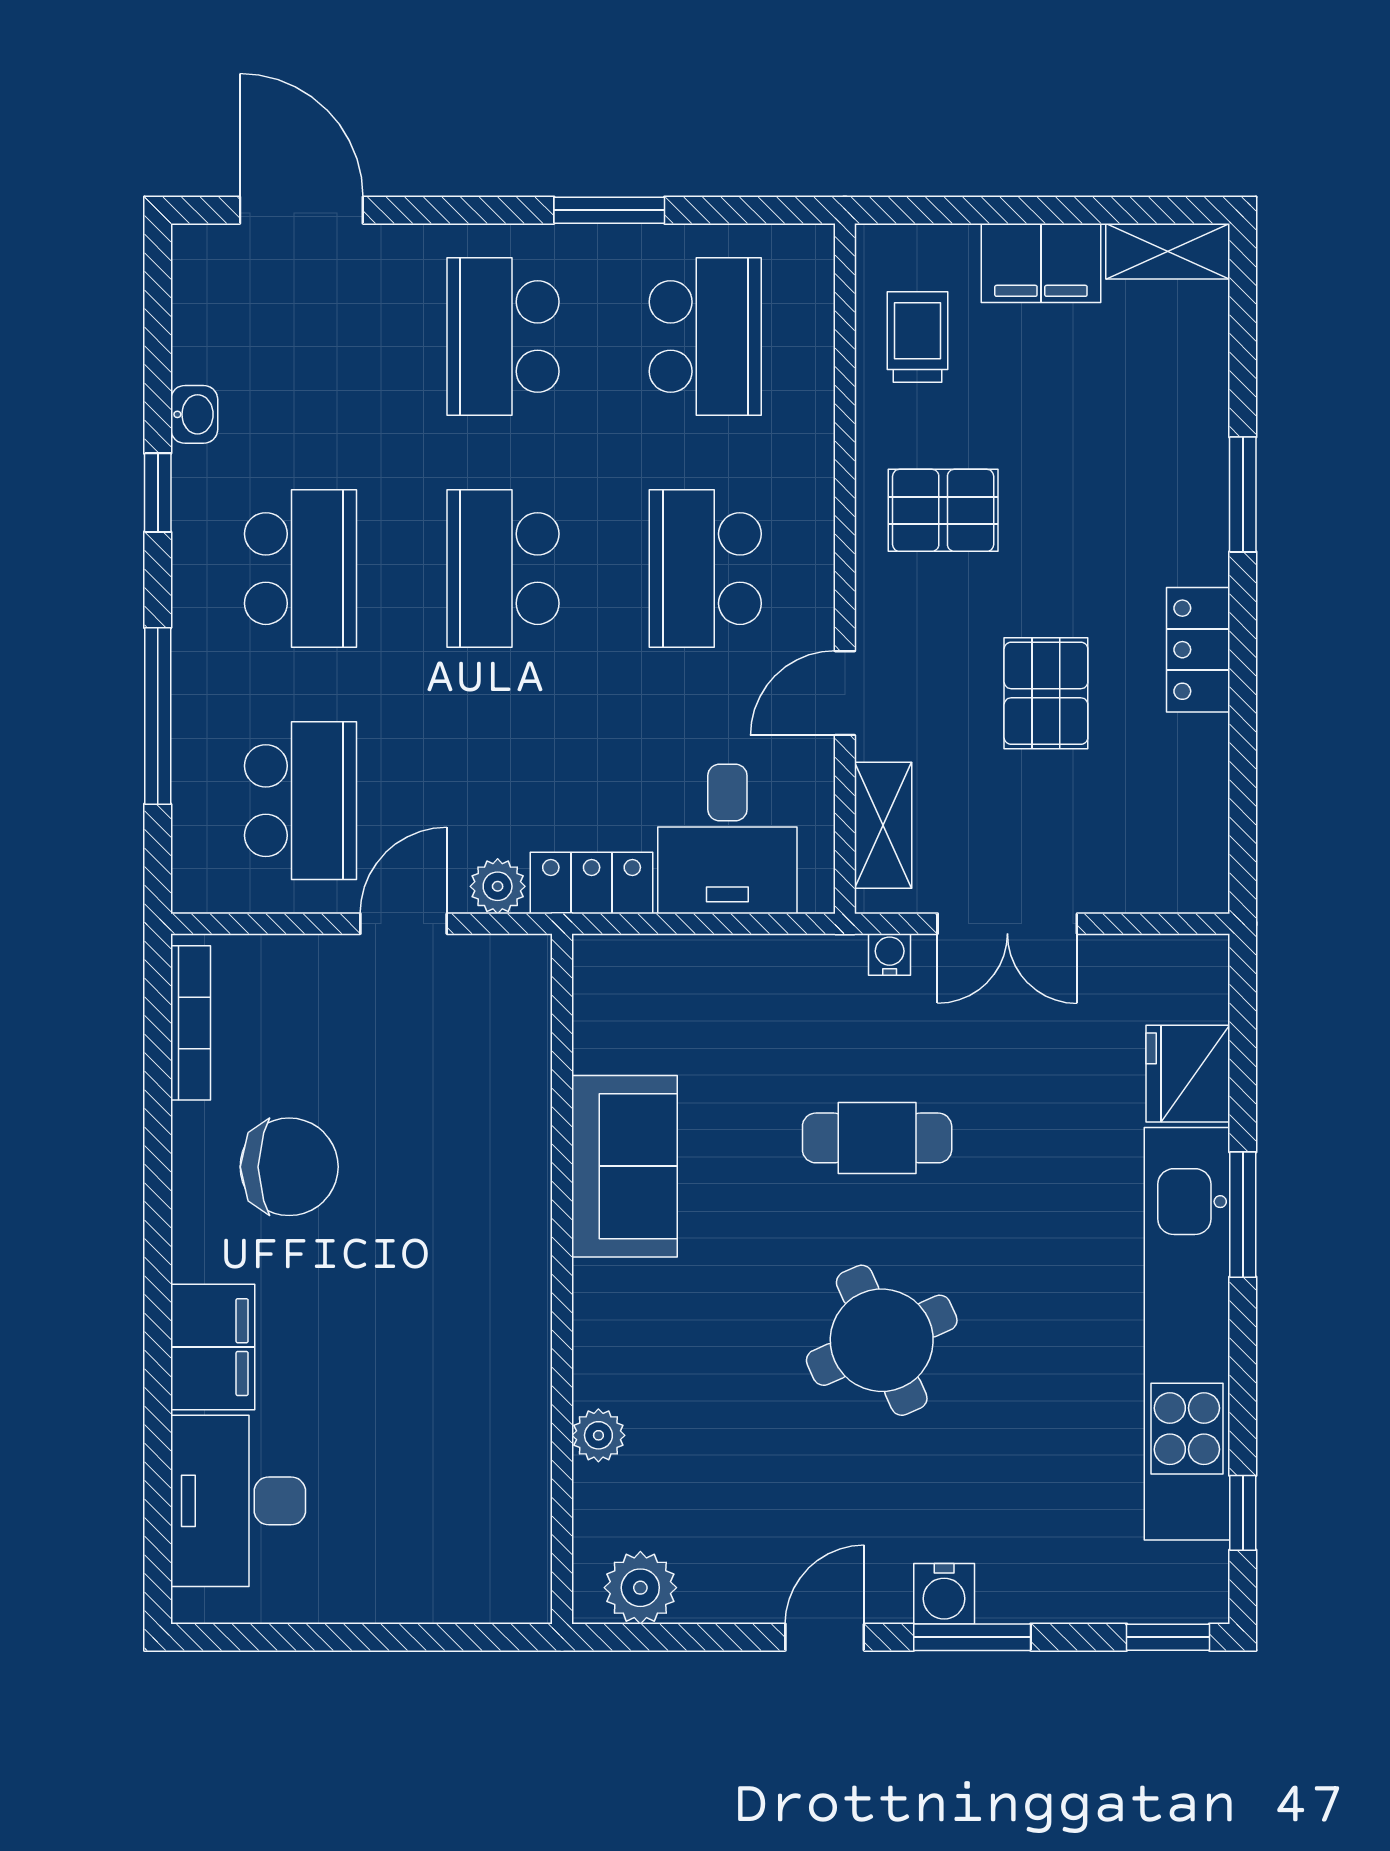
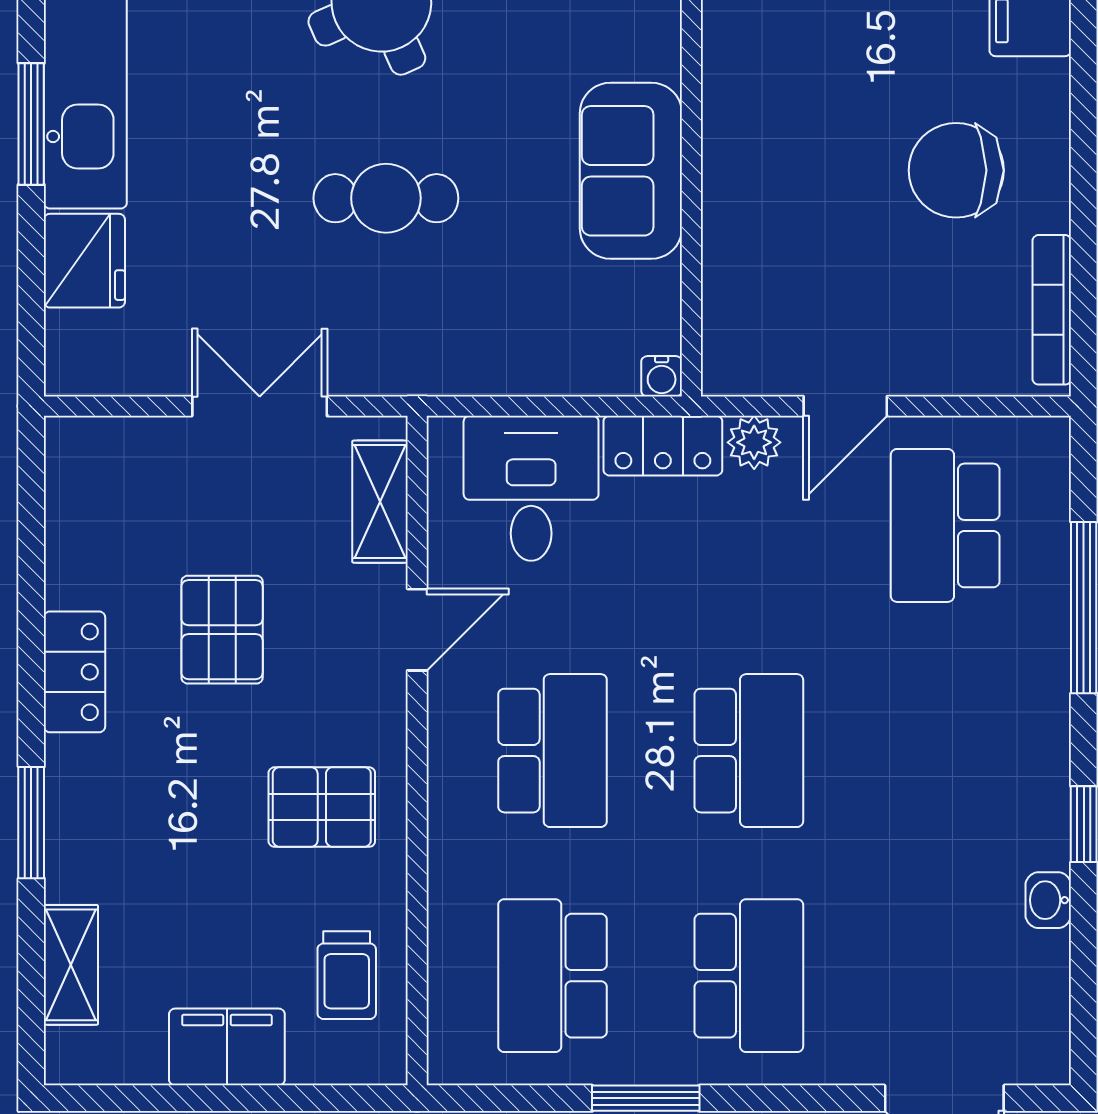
shelving: (1168, 251) -> (71, 965), moved, turned 90
school desk: (301, 569) -> (945, 751), removed
water cooler: (890, 954) -> (662, 376), moved

